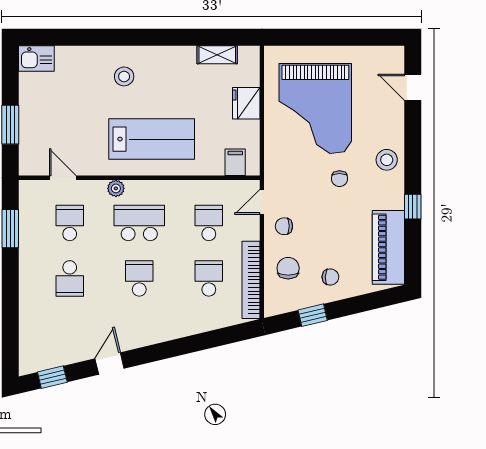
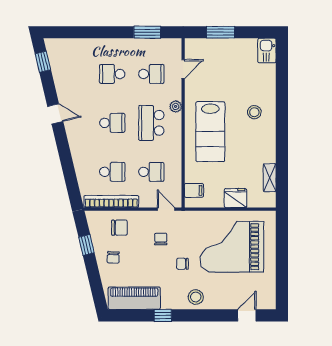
school desk: (139, 223) -> (151, 123), turned 180
chair: (284, 226) -> (161, 239), moved
door: (110, 363) -> (55, 114), moved

